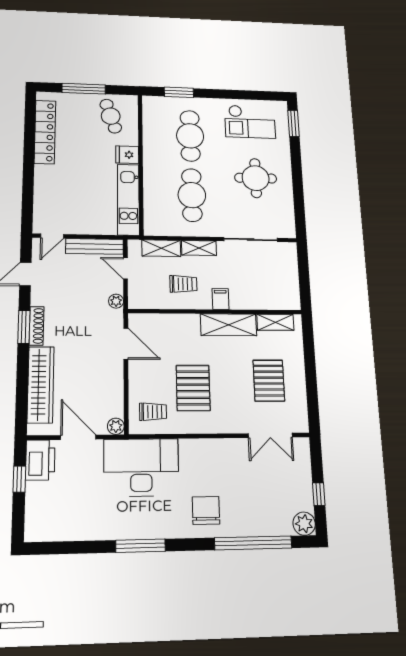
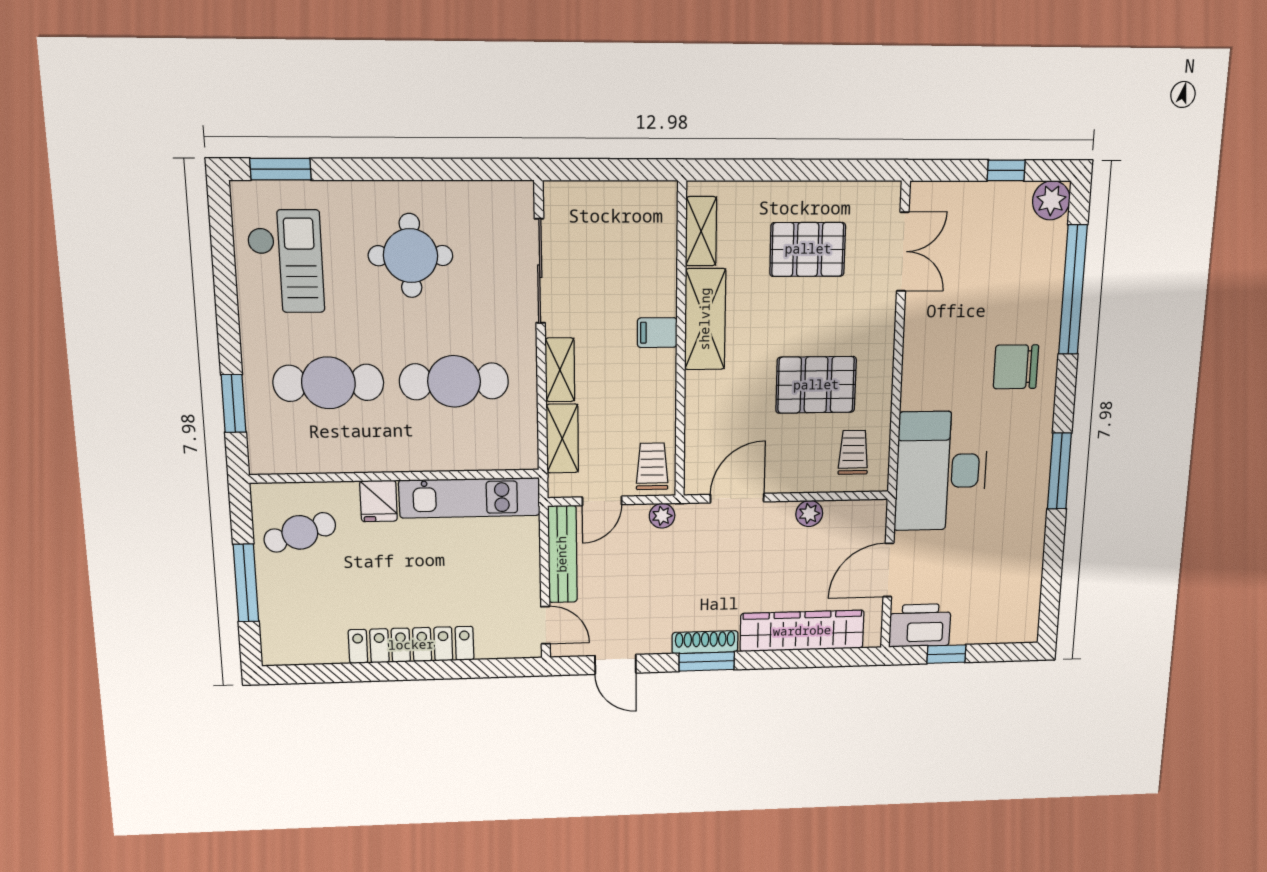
locker: (45, 132) -> (411, 645), moved
trolley: (183, 284) -> (652, 466), moved
plant: (116, 426) -> (809, 514), moved

